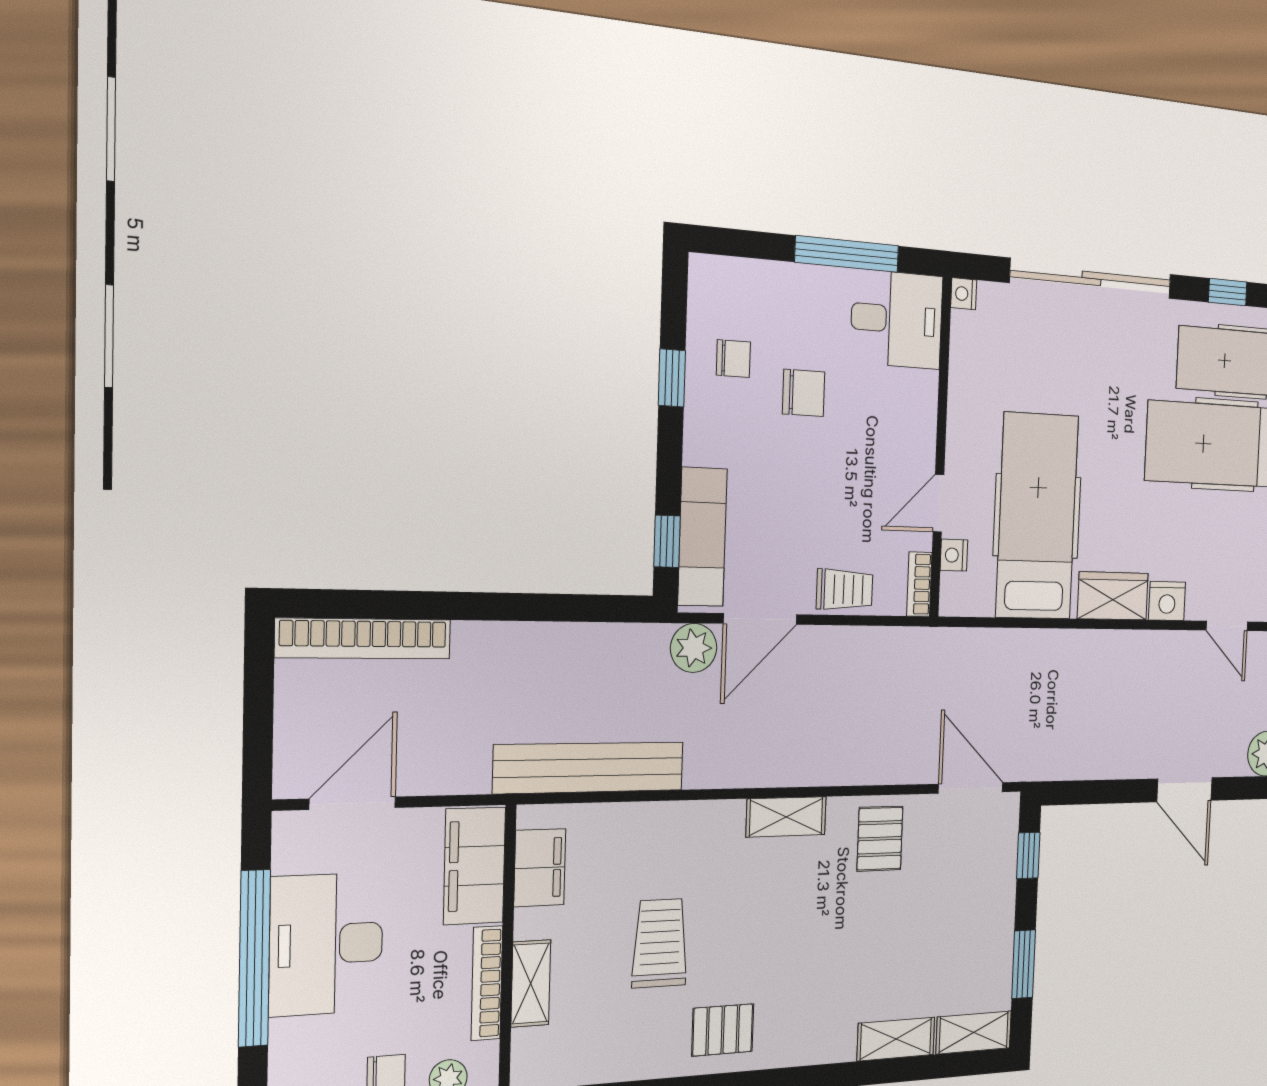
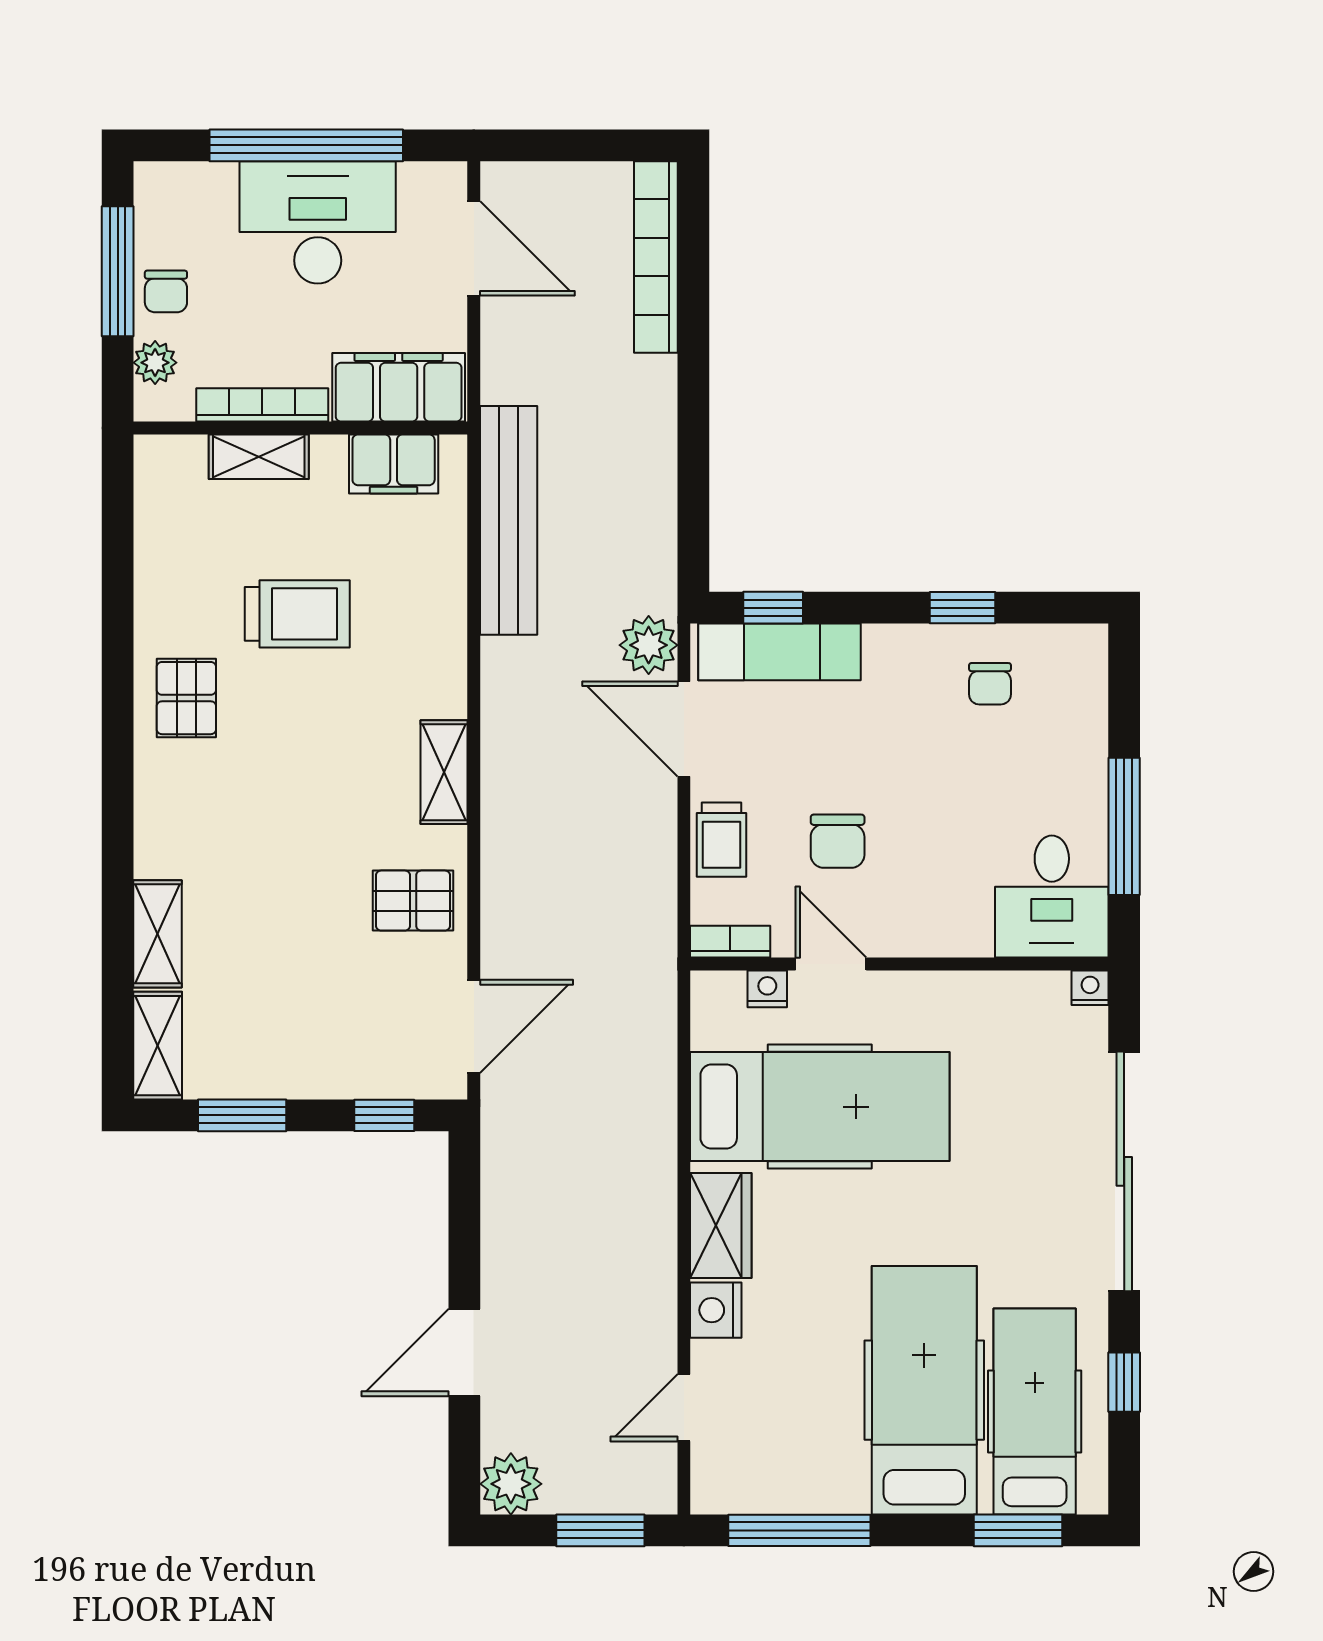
chair: (804, 393) -> (838, 841), moved

